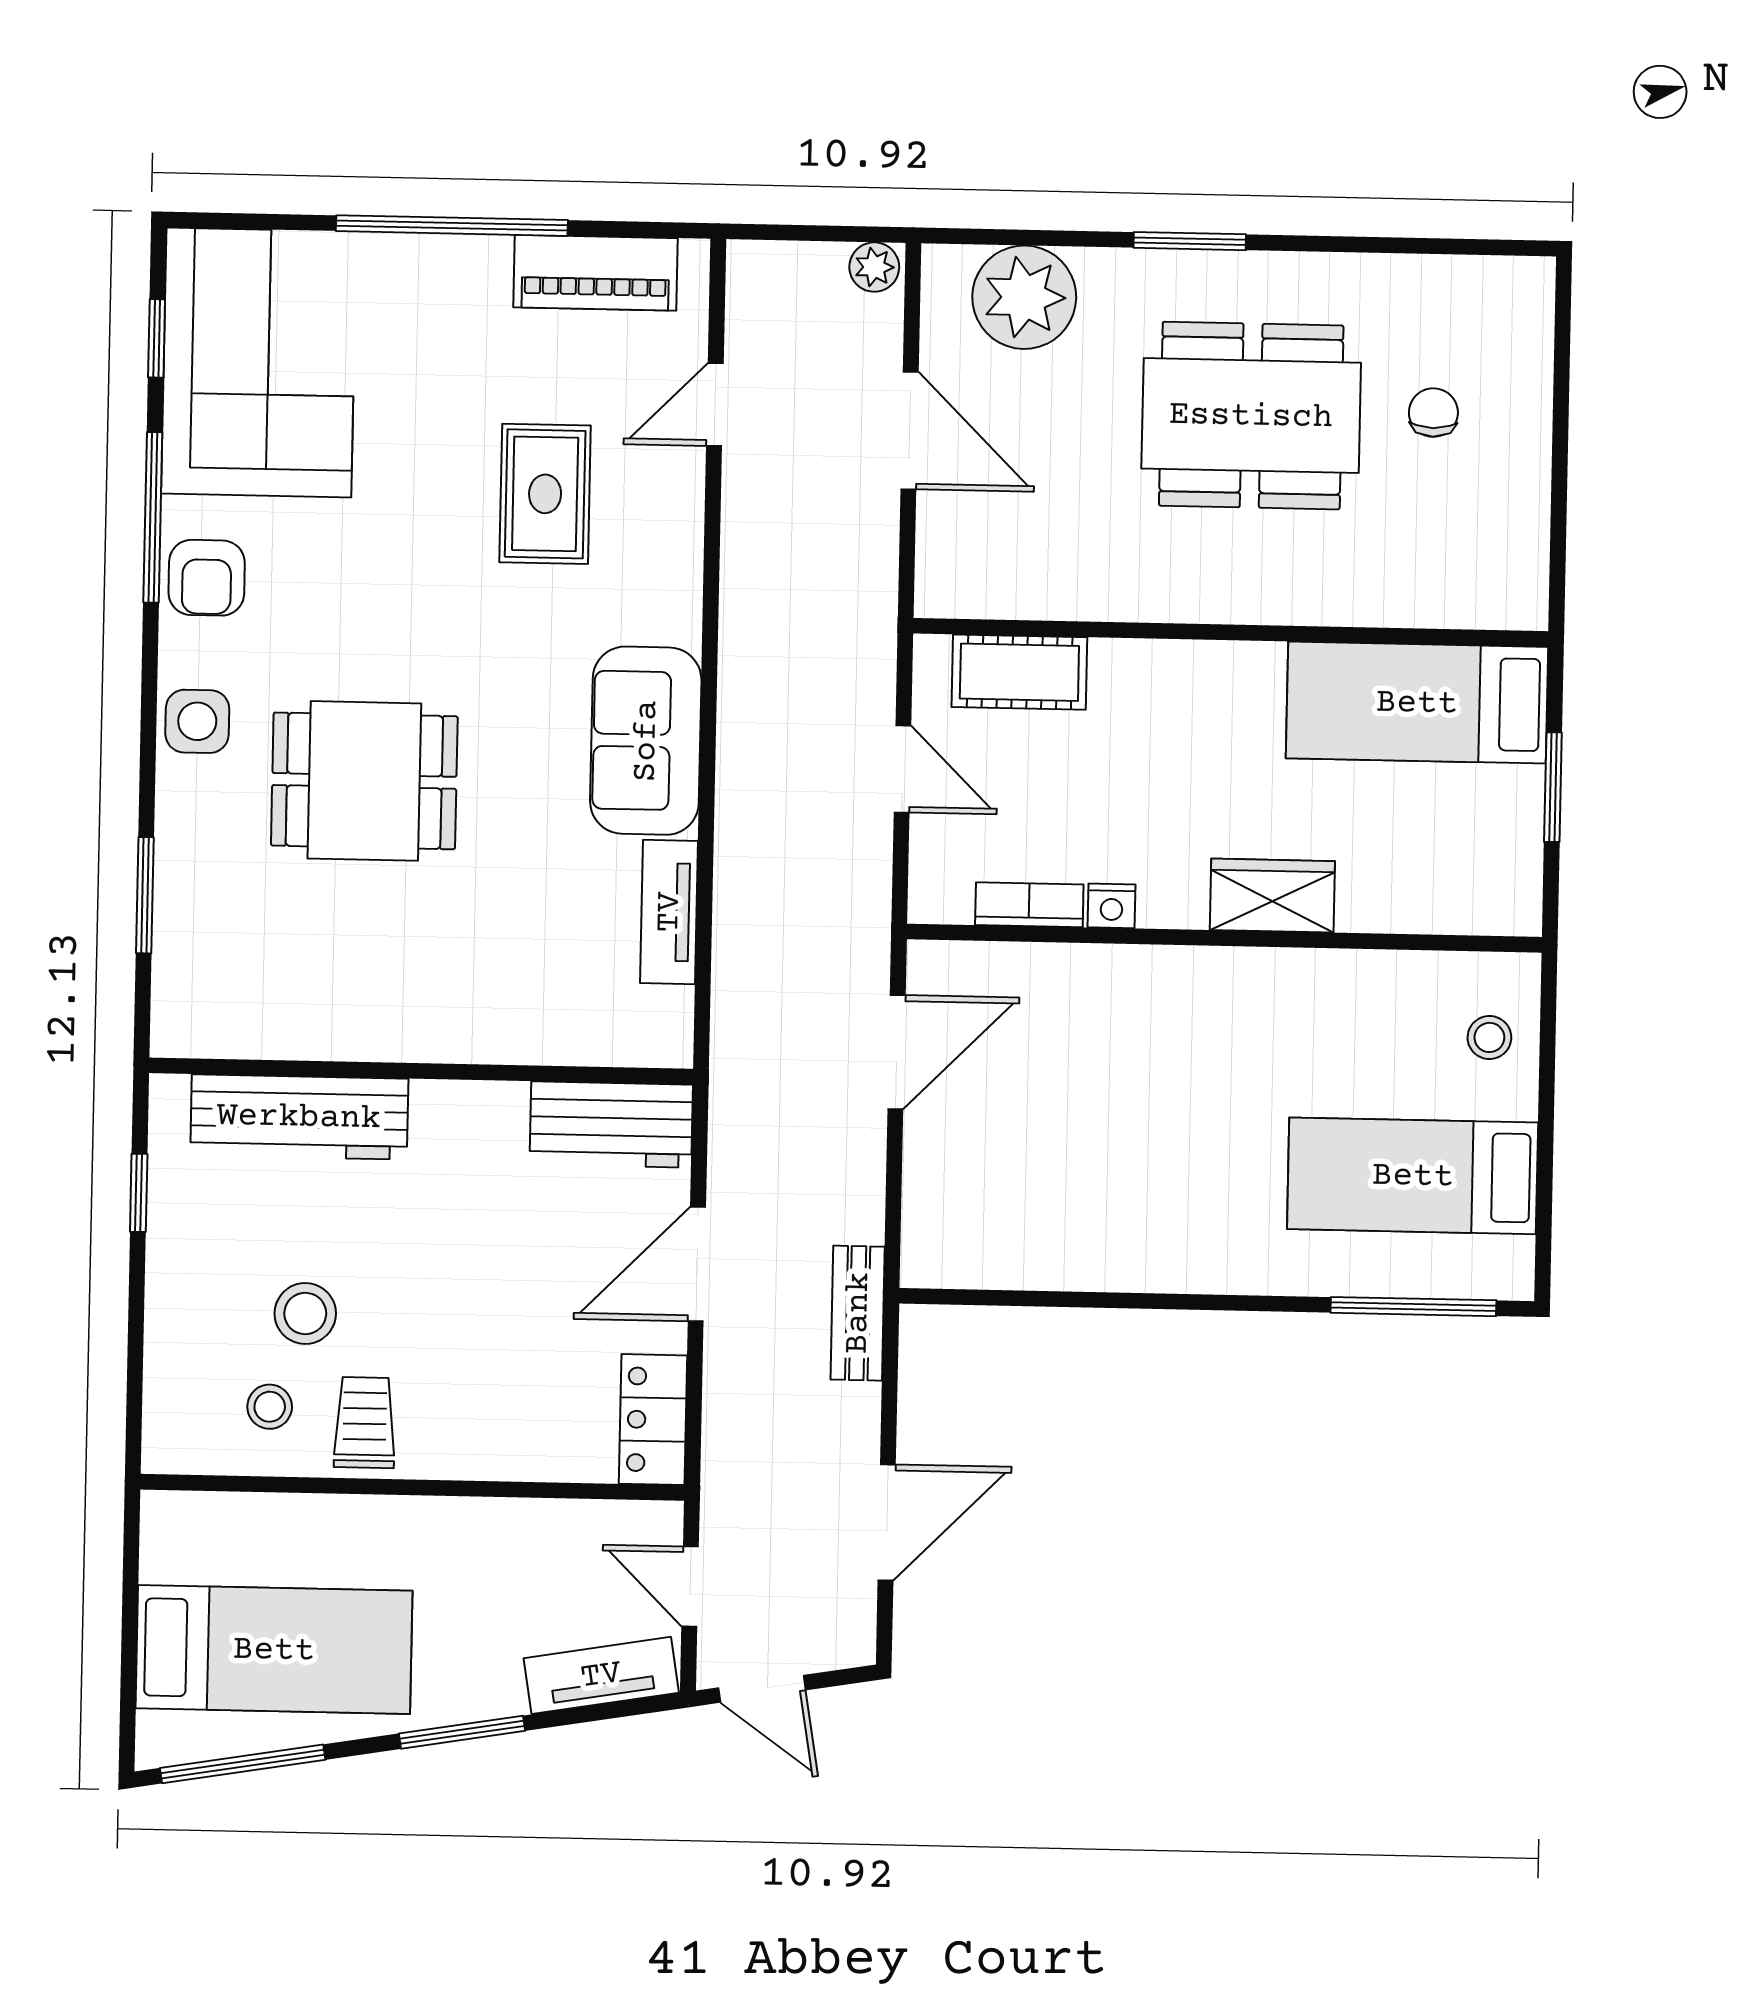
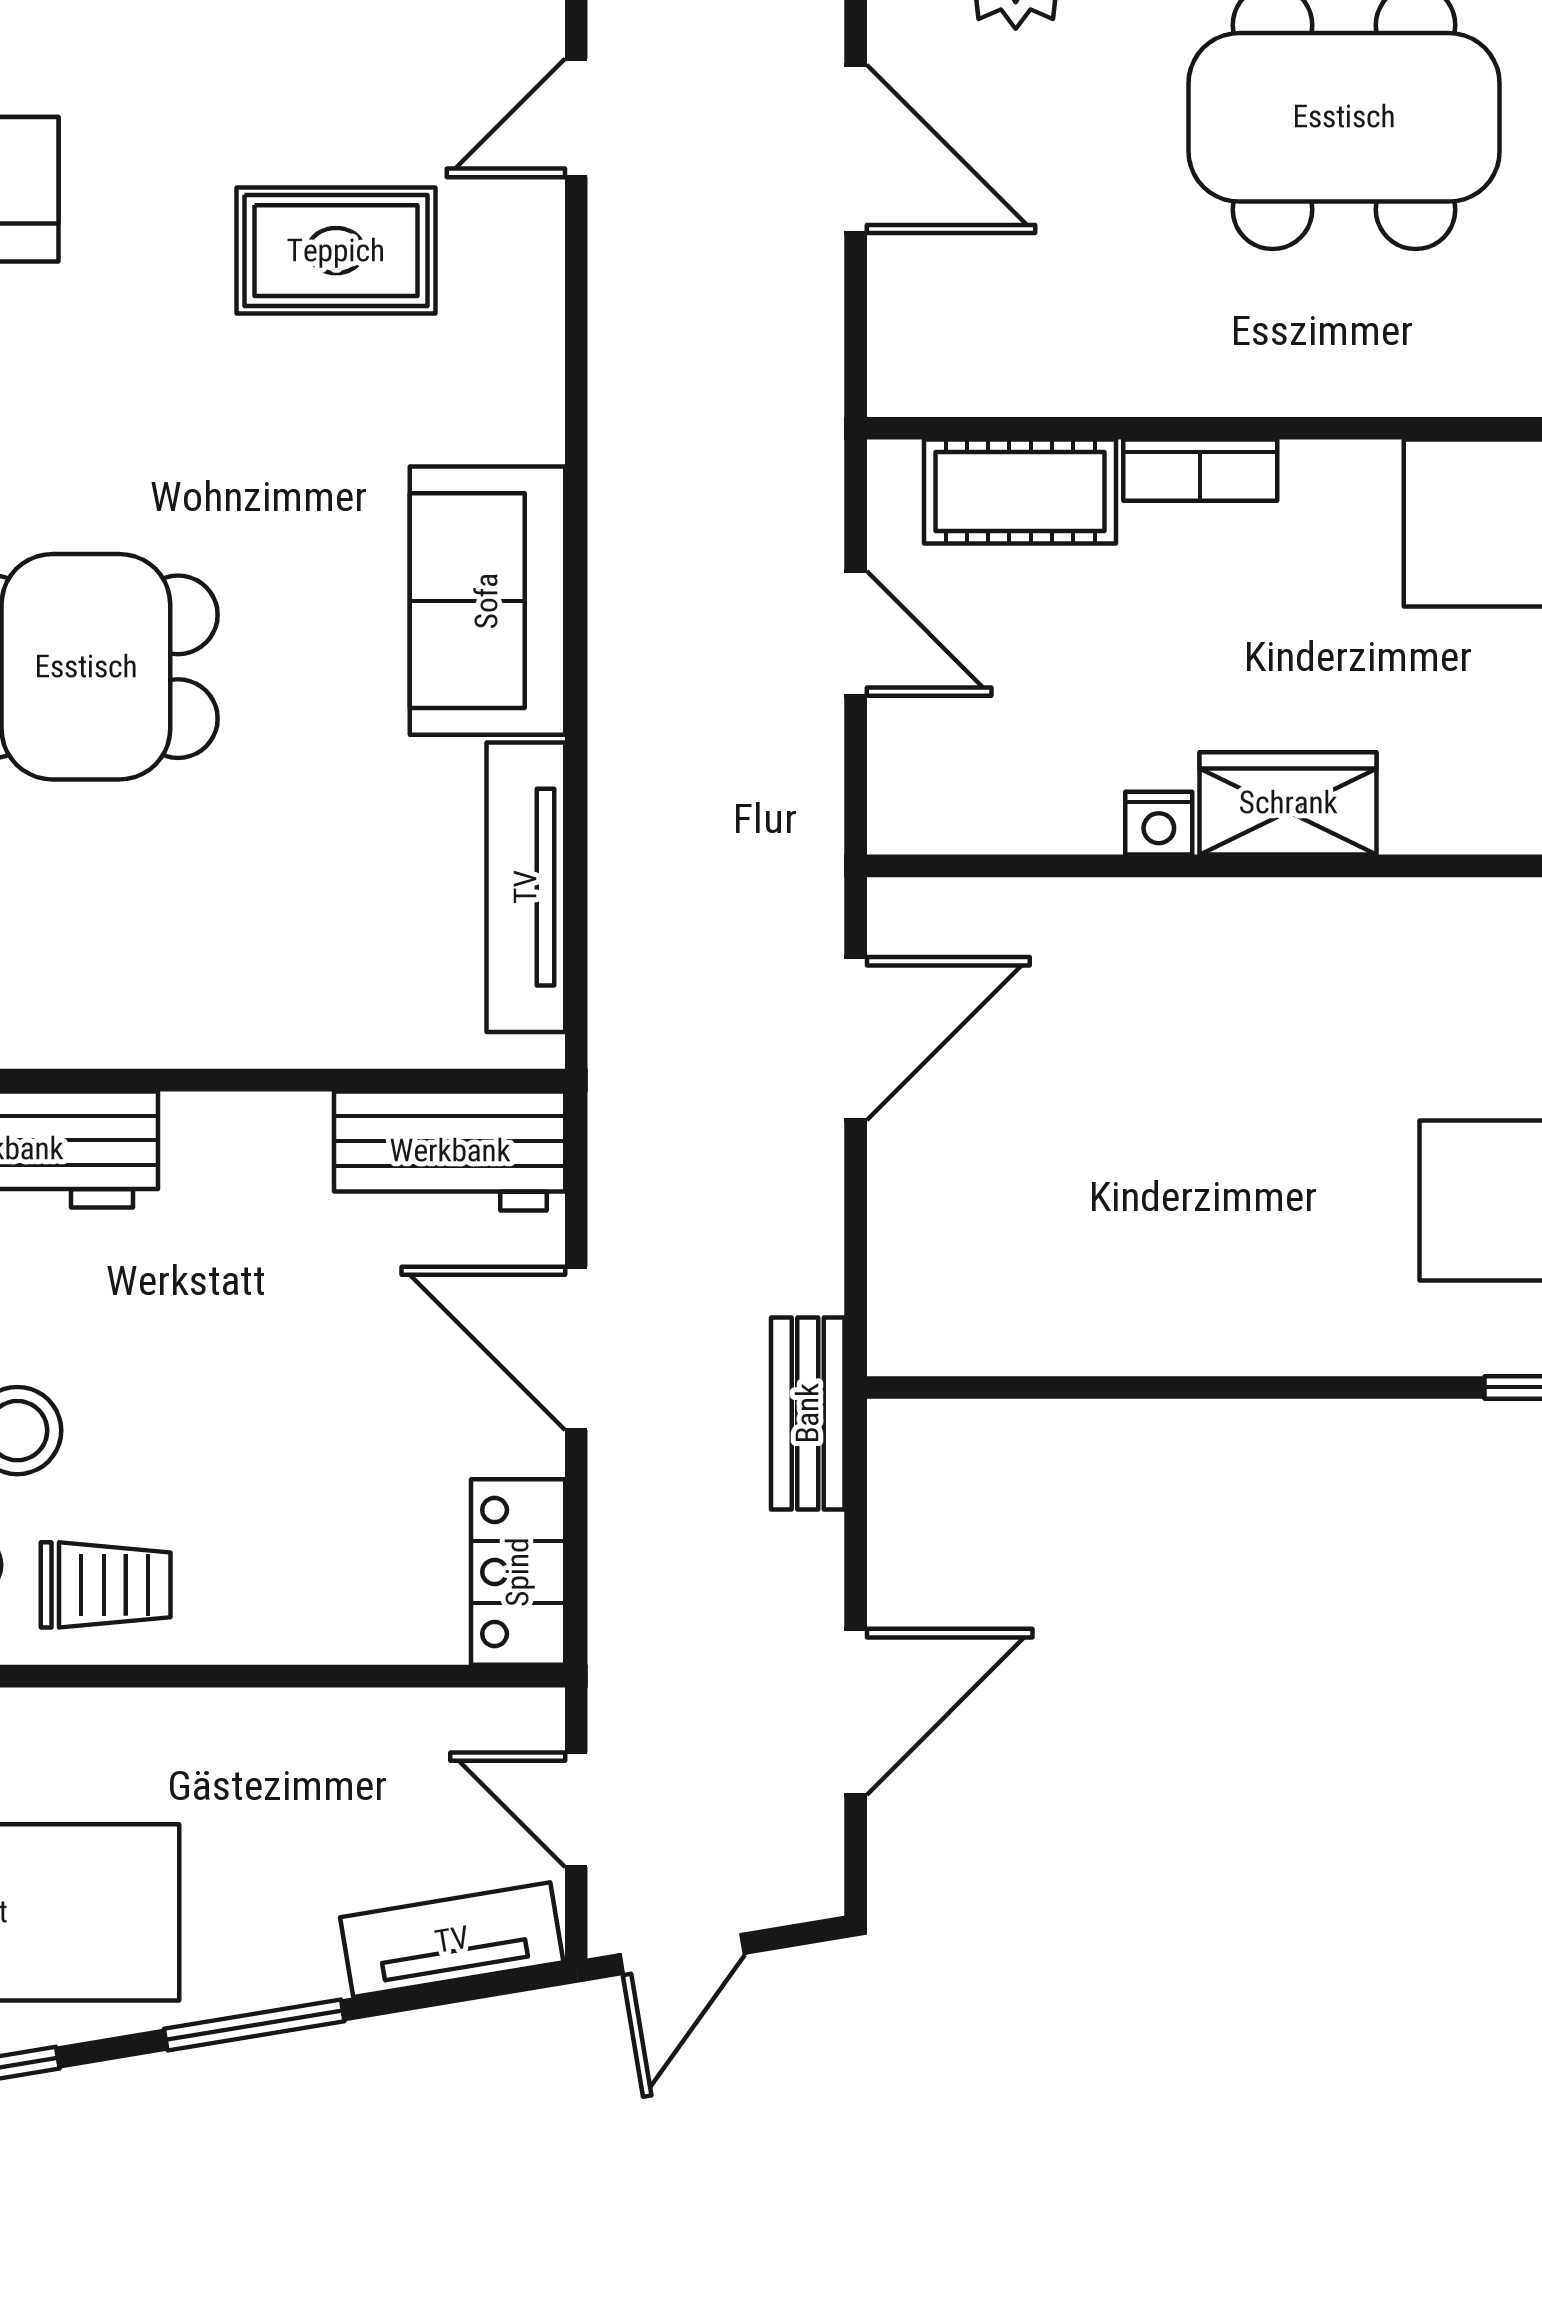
rug: (545, 494) -> (336, 251), turned 90
wardrobe: (1272, 896) -> (1288, 803), moved
bookcase: (1029, 905) -> (1200, 470), moved, turned 180
tv unit: (669, 912) -> (526, 887), width x1.41
door: (697, 1264) -> (576, 1348), hinge flipped
trolley: (365, 1423) -> (106, 1585), turned 90
door: (762, 1689) -> (682, 1954), hinge flipped

